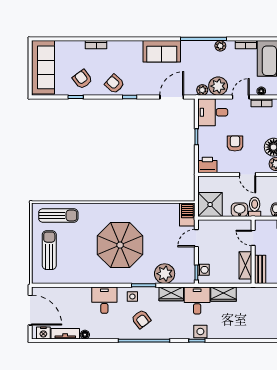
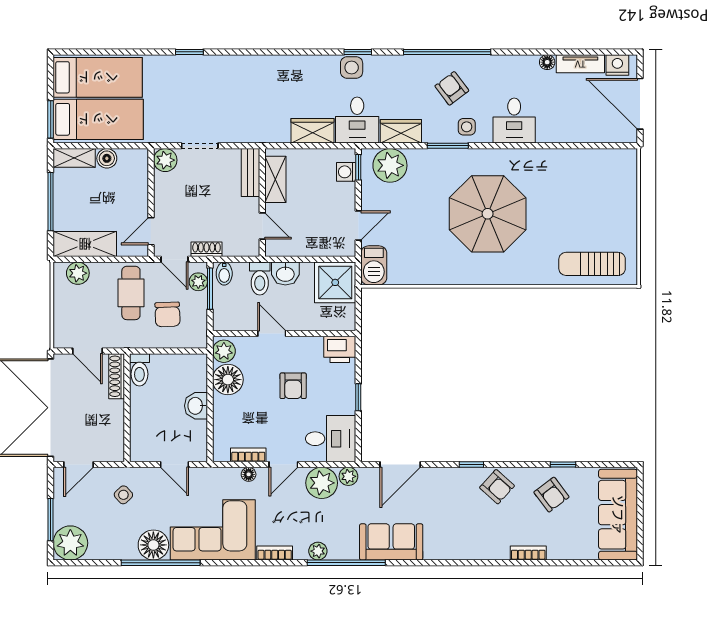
sofa: (162, 51) -> (391, 542), moved
sun lounger: (49, 250) -> (607, 205), removed
plant: (165, 274) -> (390, 165), moved

